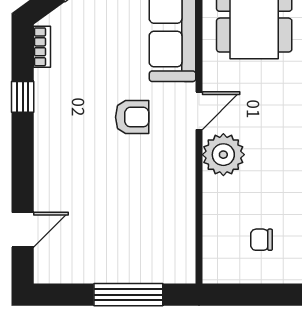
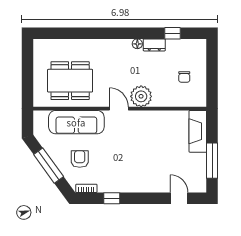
armchair: (132, 117) -> (80, 159), moved
fireplace: (154, 266) -> (198, 131), added
window: (128, 295) -> (212, 161), moved

